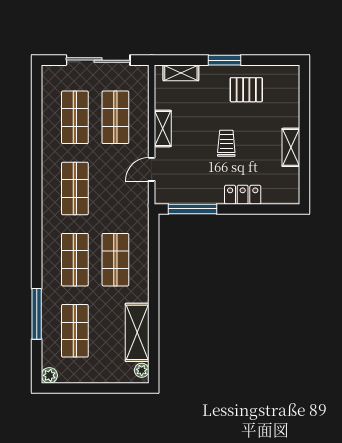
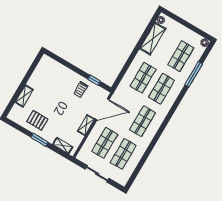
sliding door: (98, 60) -> (97, 174), width x0.73
trolley: (226, 143) -> (81, 90), moved
shelving: (291, 147) -> (24, 96), moved
door: (152, 169) -> (102, 109), width x1.88
locker: (243, 195) -> (67, 73), removed
window: (192, 209) -> (94, 80), width x0.46

